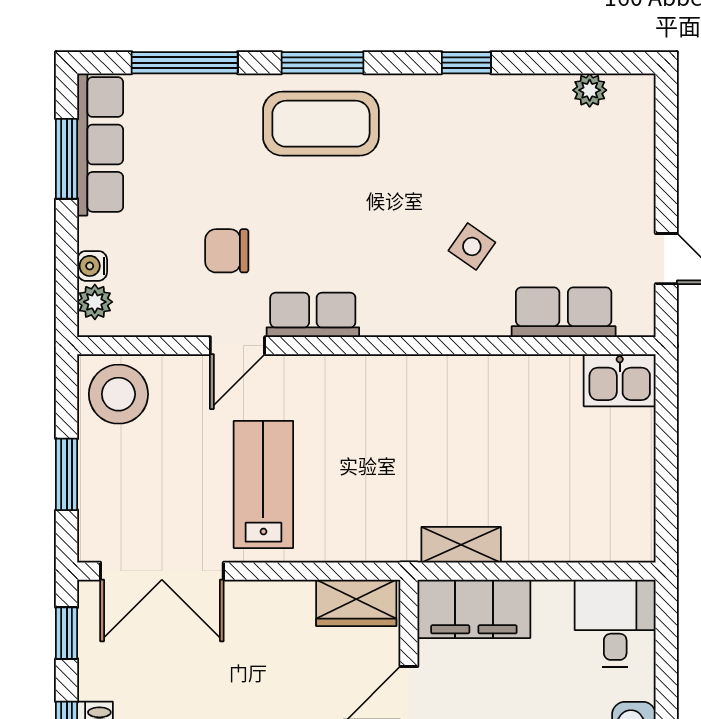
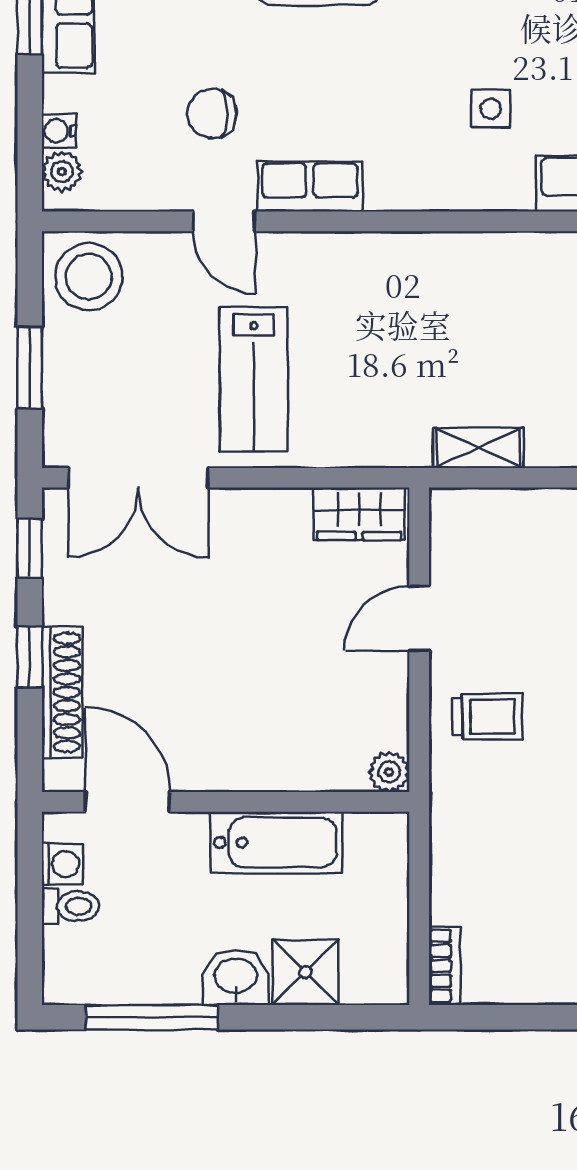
side table: (472, 246) -> (491, 109), turned -35
door: (237, 346) -> (224, 221), hinge flipped
lab bench: (263, 484) -> (254, 379), turned 180
filing cabinet: (474, 609) -> (493, 521), removed

